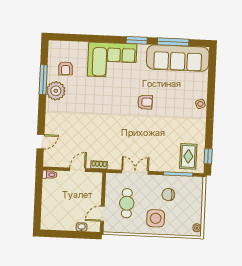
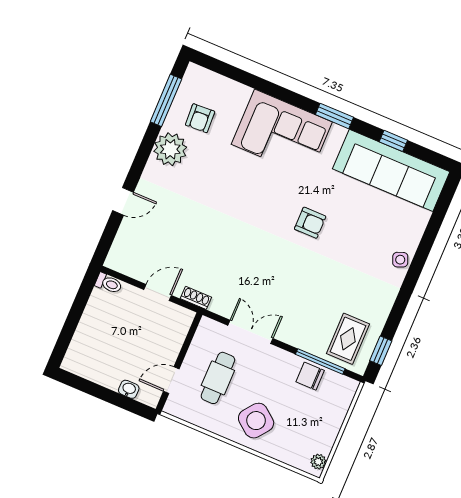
window: (173, 42) -> (393, 141), width x0.46
window: (43, 80) -> (166, 100), moved
door: (40, 142) -> (123, 201), moved
chair: (168, 195) -> (310, 376), moved
side table: (156, 218) -> (256, 421), turned 38

